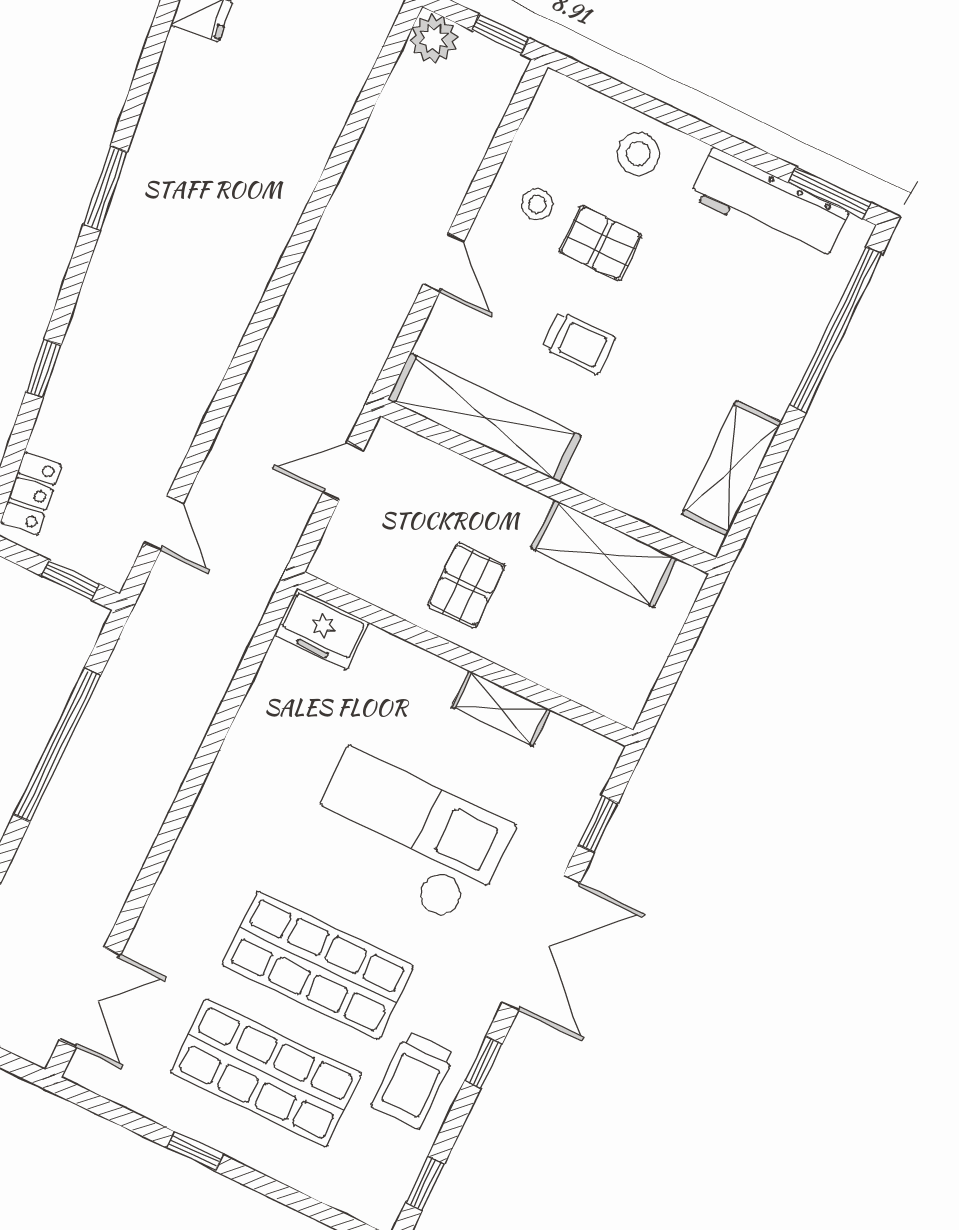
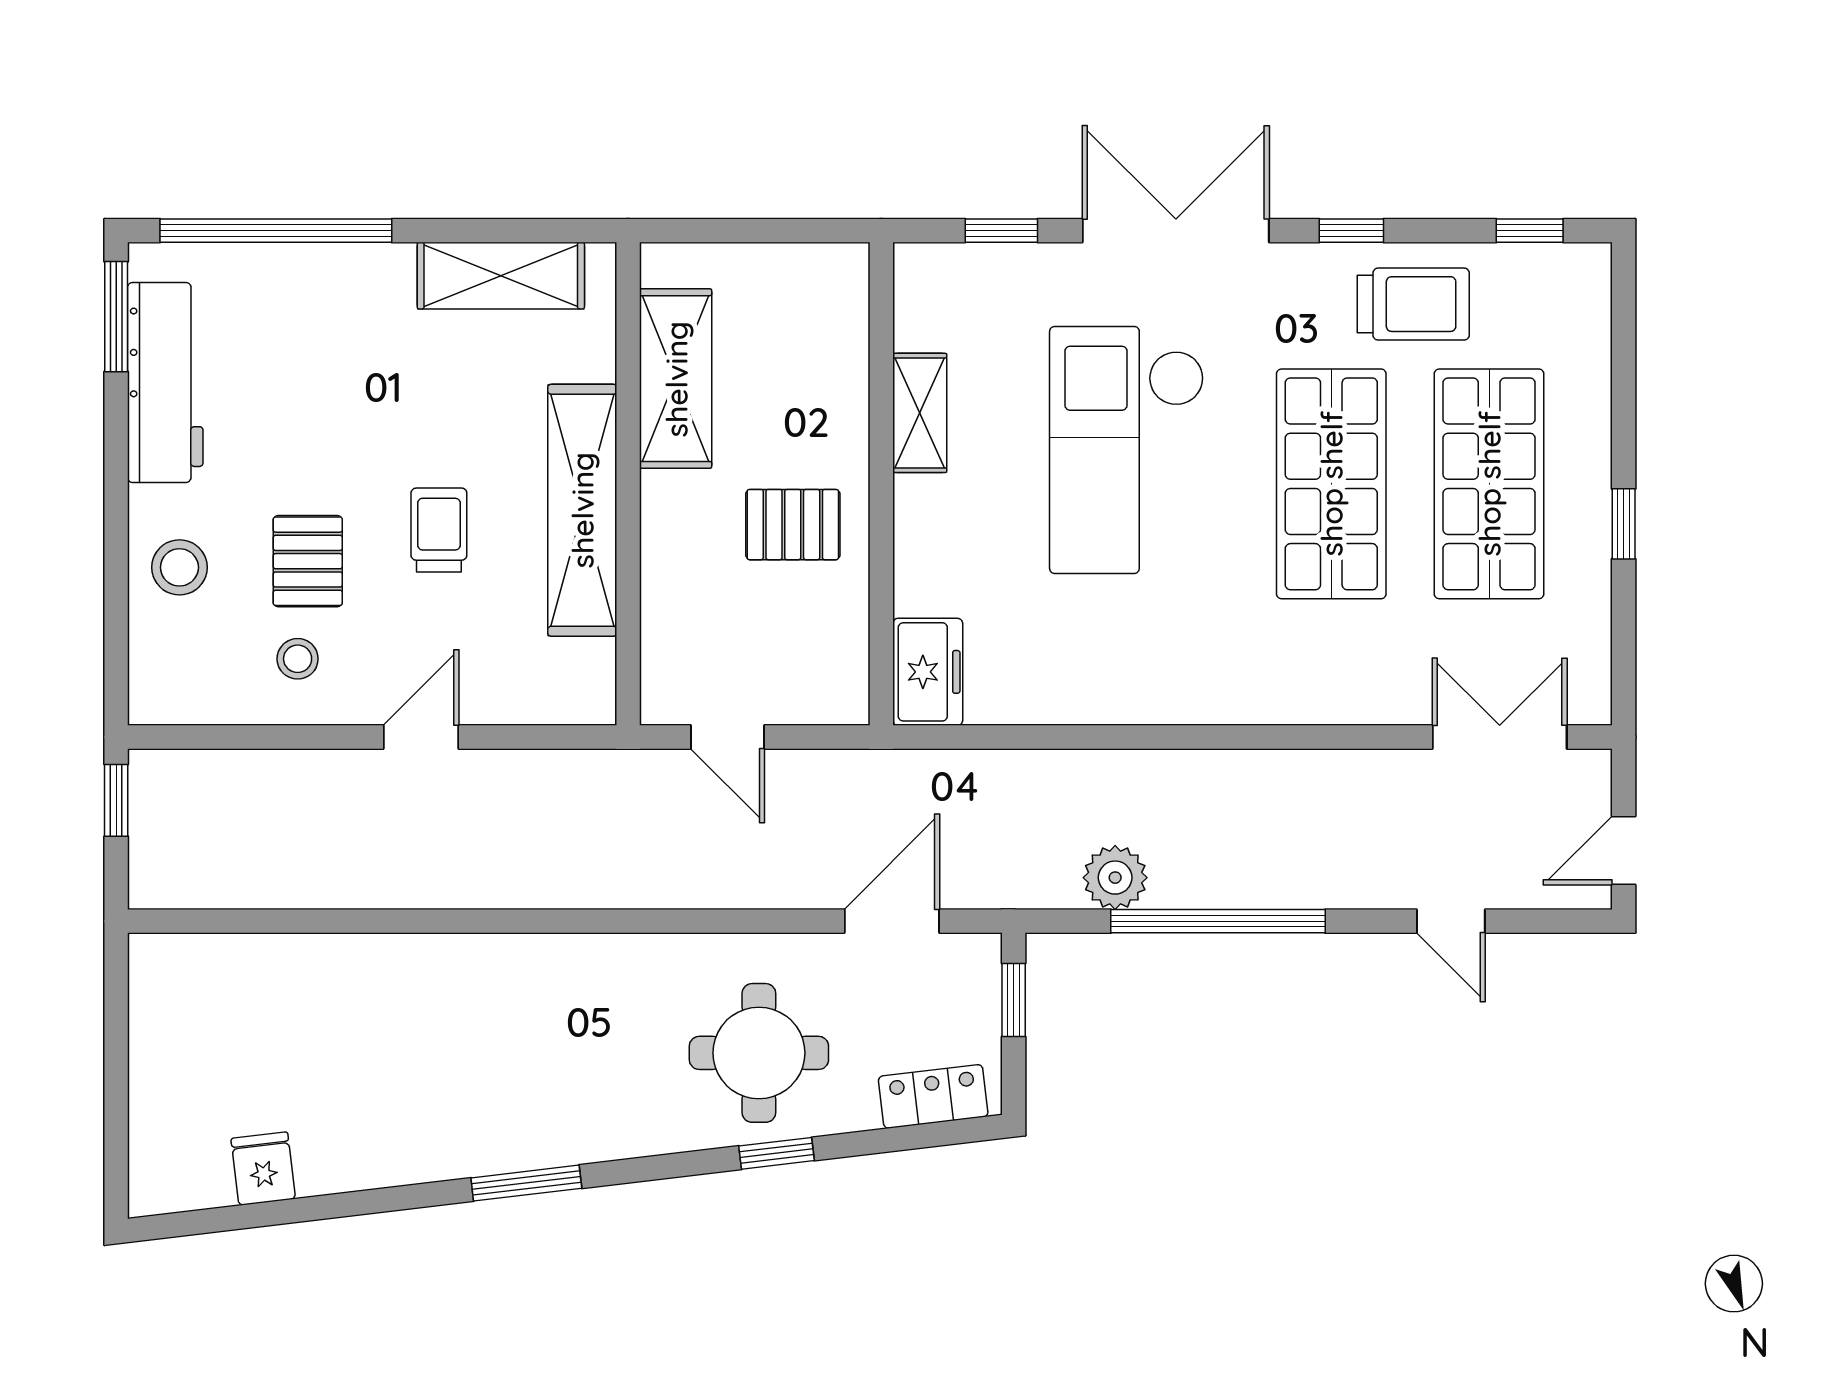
plant: (434, 39) -> (1115, 878), moved
round table: (118, 389) -> (759, 1053), added
shelving: (484, 418) -> (582, 510), moved
door: (164, 523) -> (892, 921), width x1.38

